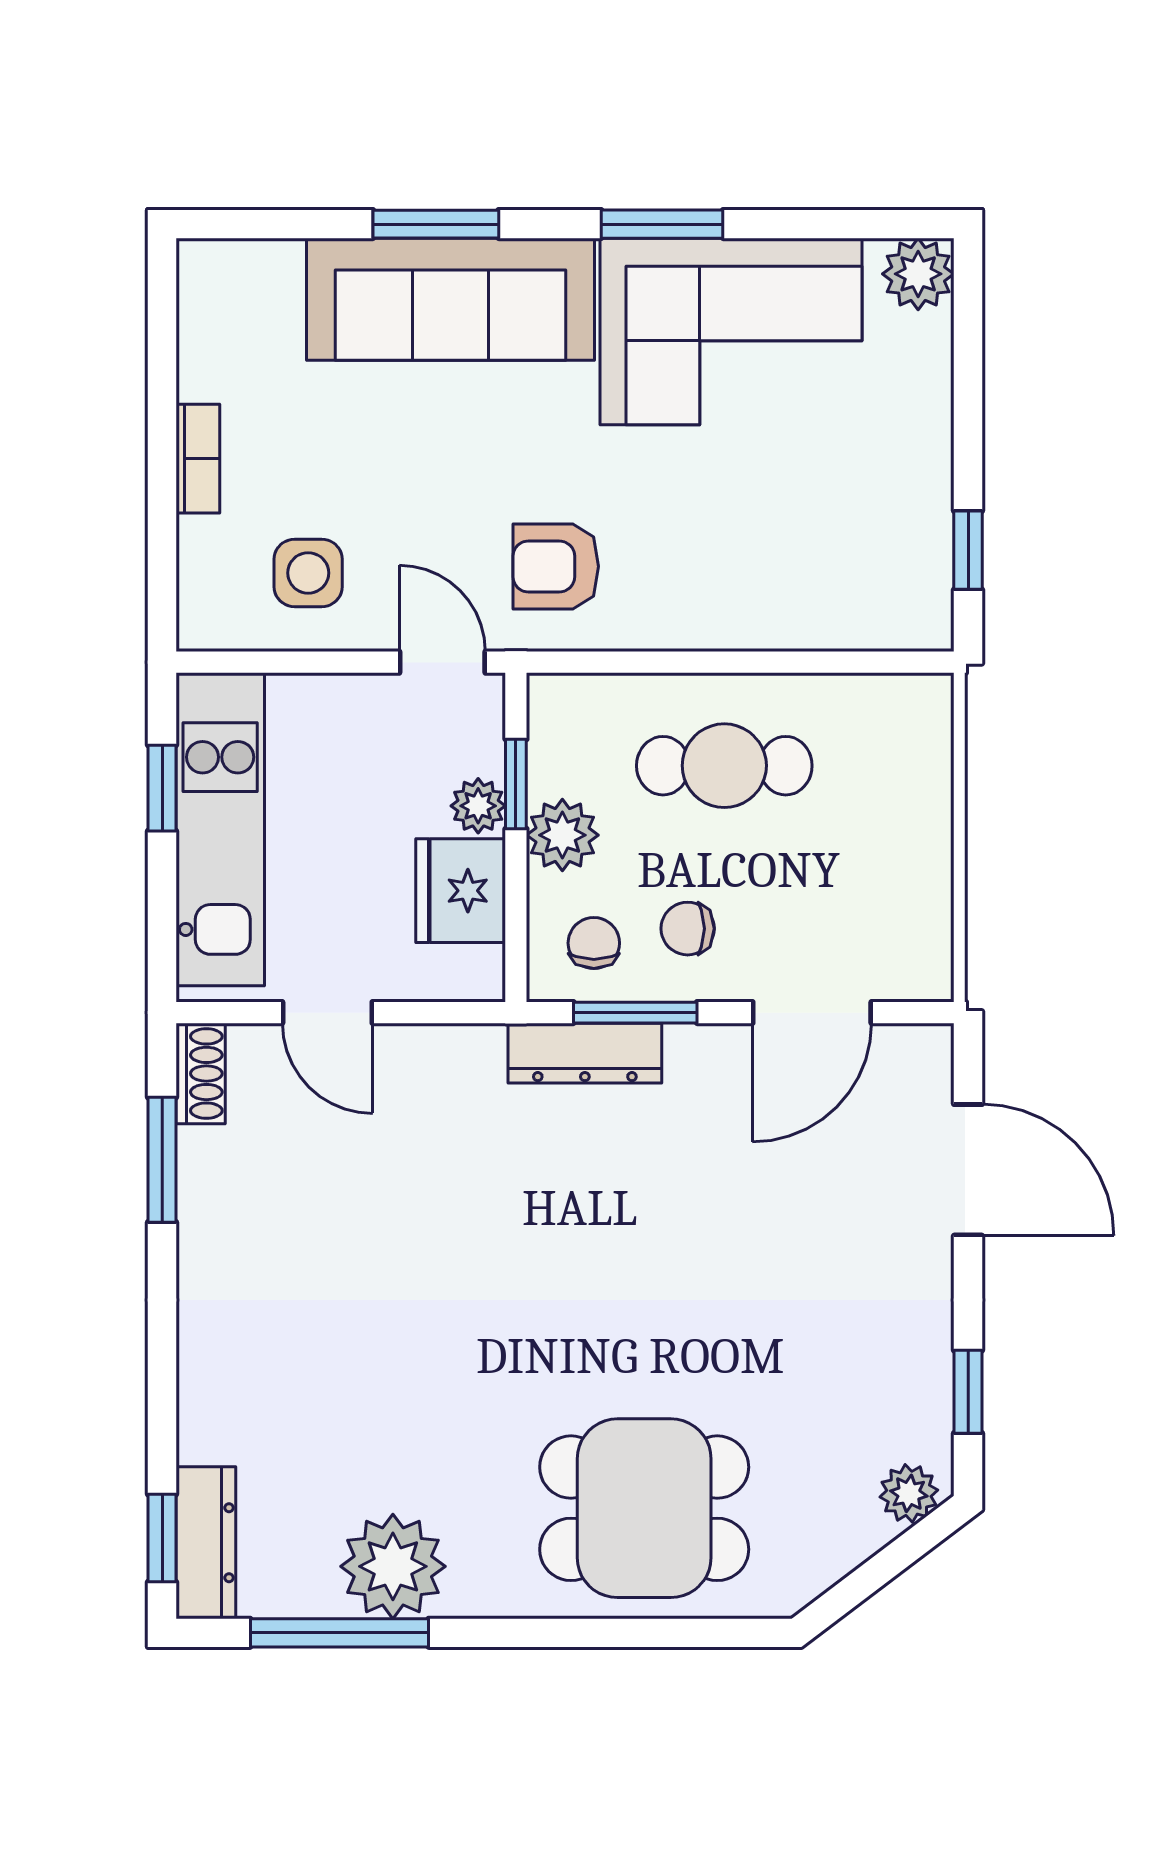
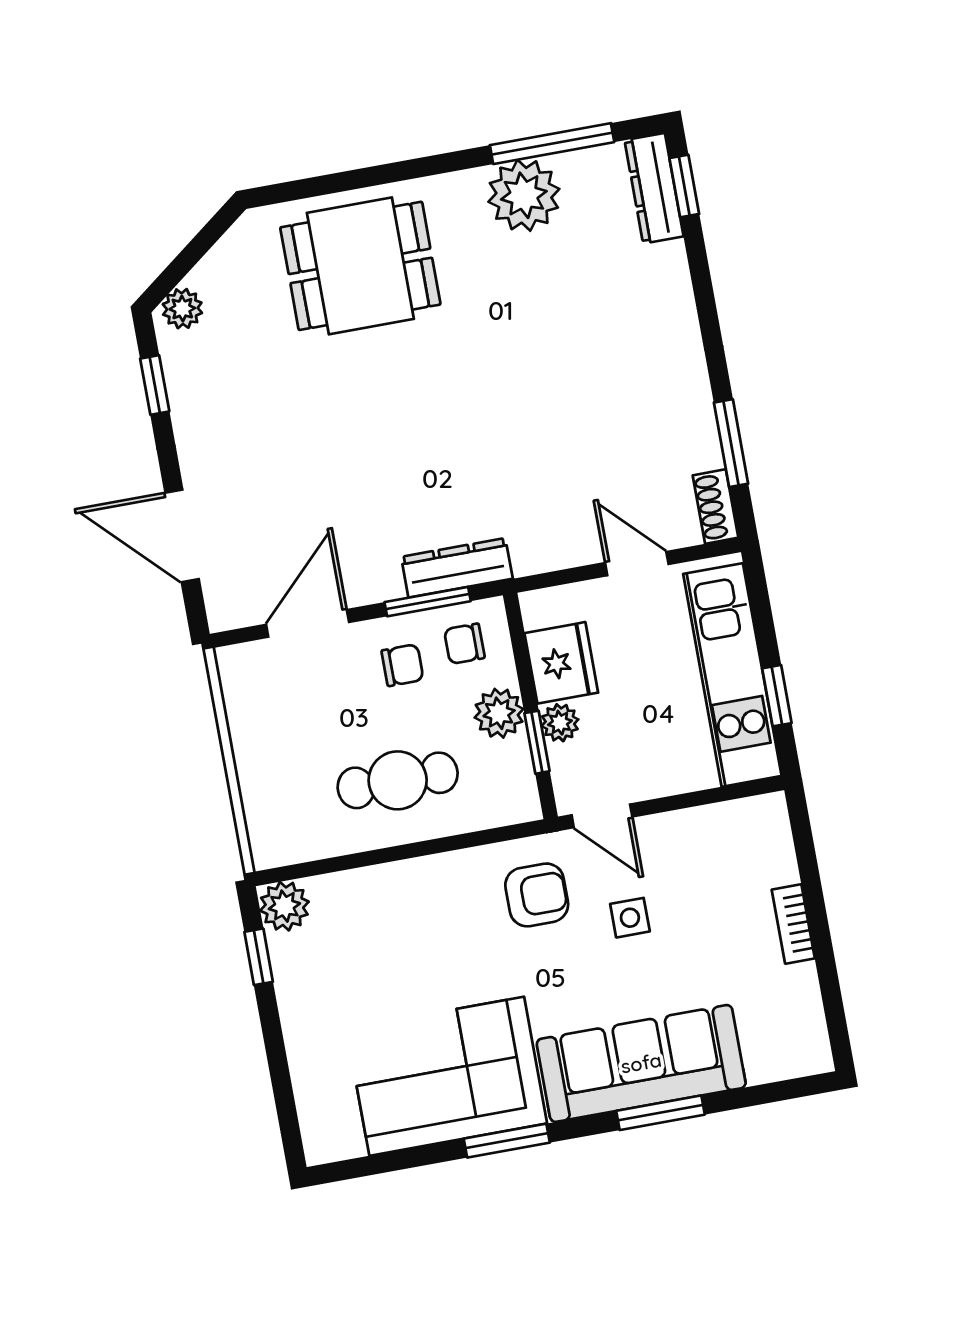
plant: (918, 274) -> (284, 906), moved
side table: (308, 573) -> (630, 918), moved, width x0.73, depth x0.73
chair: (594, 943) -> (464, 644), turned 90

